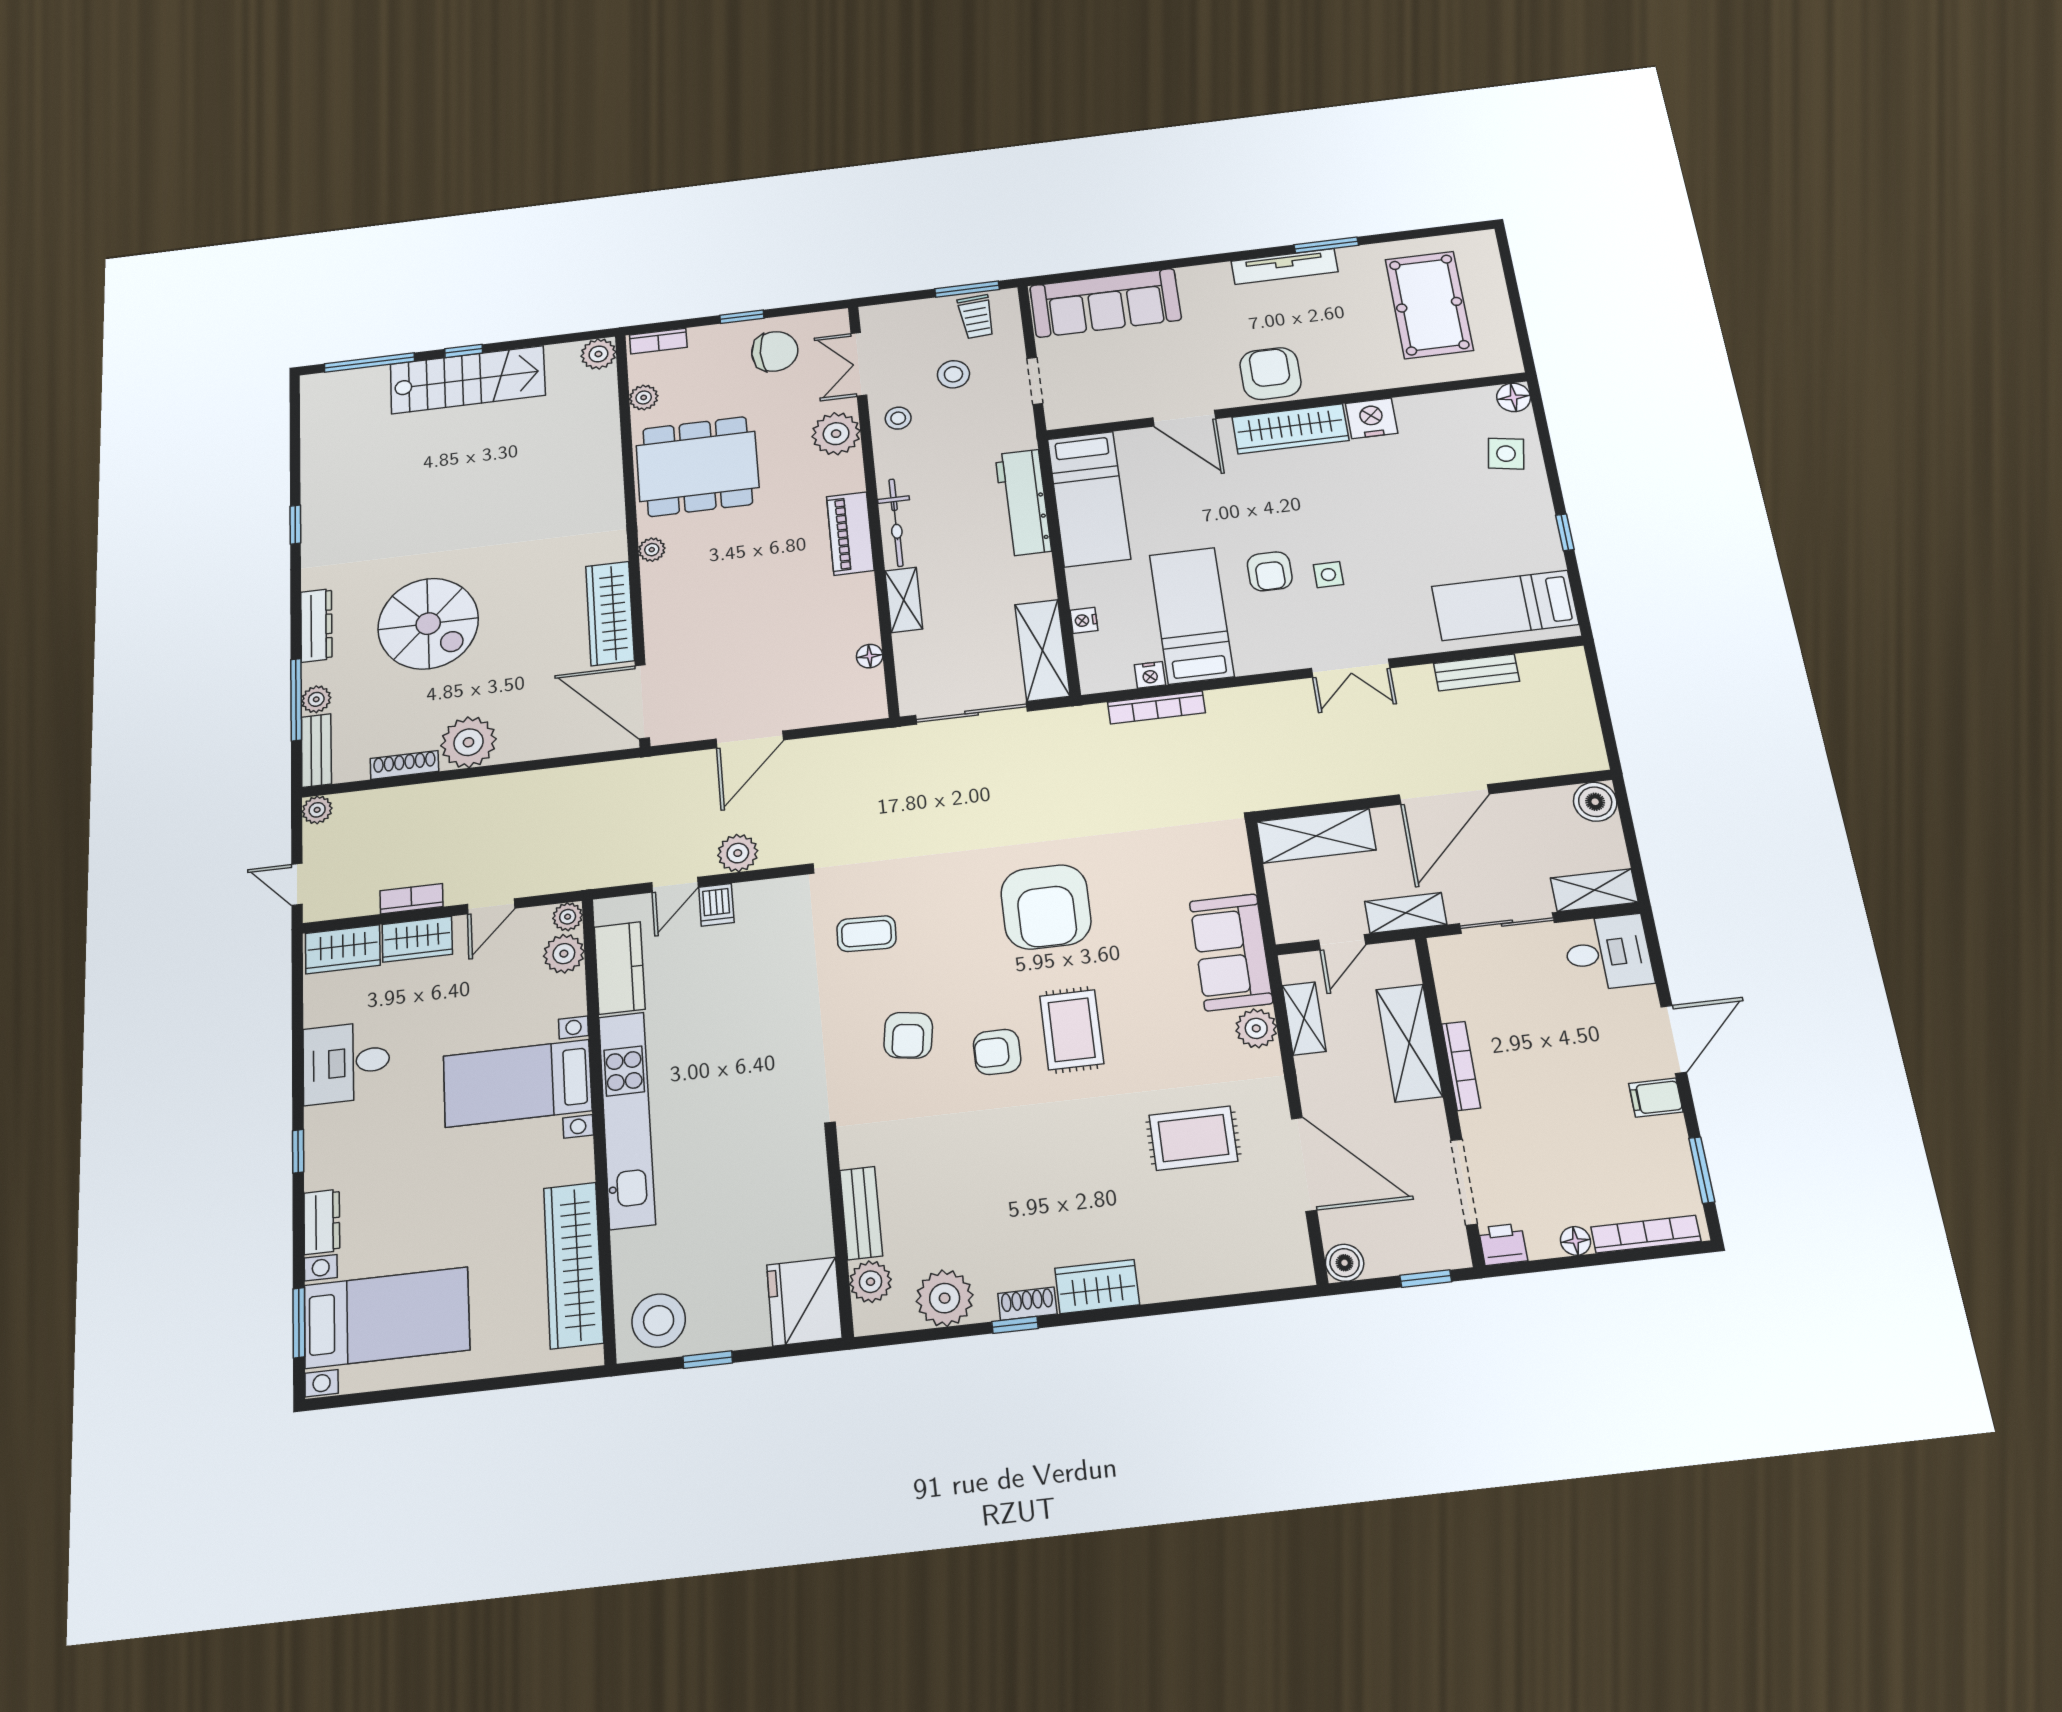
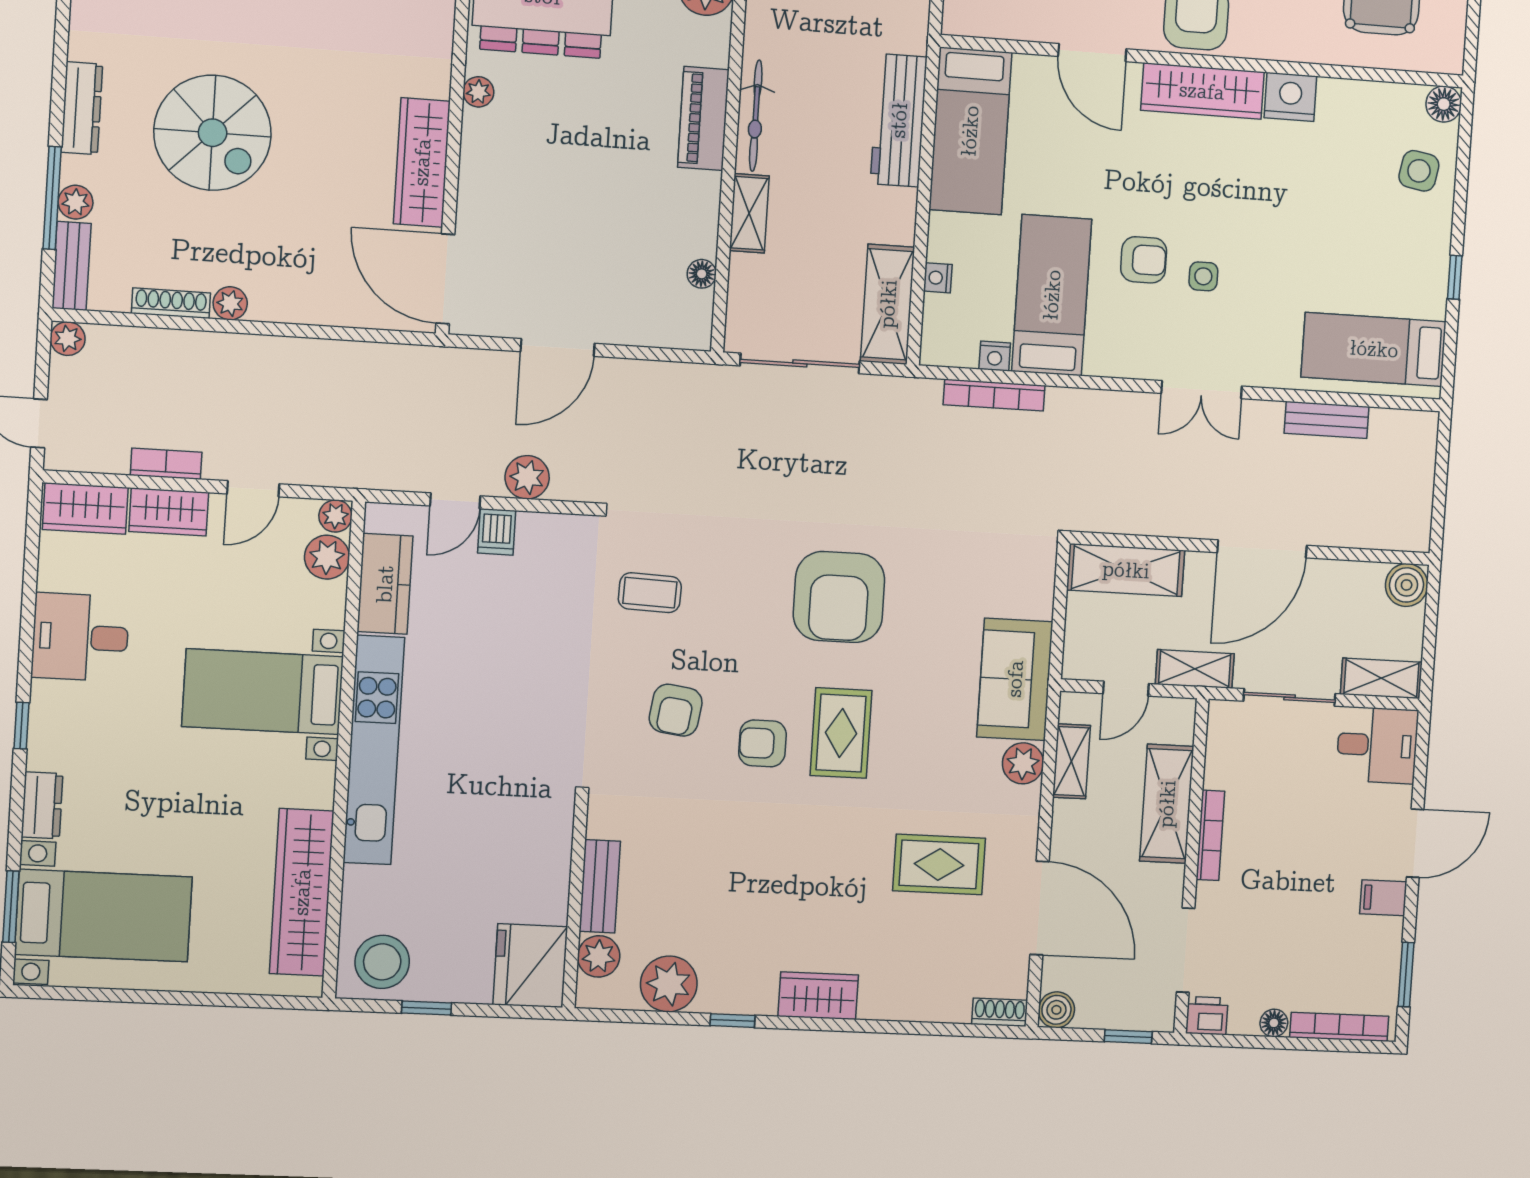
armchair: (1270, 571) -> (1144, 260), turned -90
plant: (468, 742) -> (230, 303), width x0.53, depth x0.53
shoe rack: (1027, 1304) -> (1000, 1012), moved

